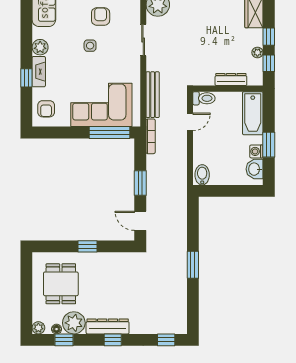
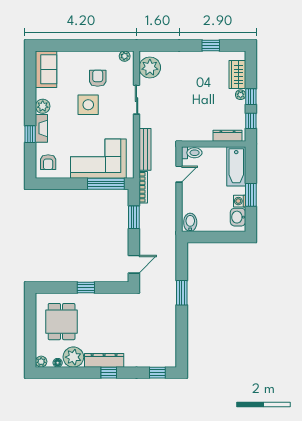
side table: (90, 46) -> (88, 105), width x1.87, depth x1.87
plant: (257, 53) -> (241, 95), moved
dresser: (231, 80) -> (227, 136), moved
window: (140, 183) -> (134, 217), moved
door: (140, 221) -> (134, 264), swing flipped
window: (193, 265) -> (182, 293), moved
window: (64, 340) -> (64, 373), removed

